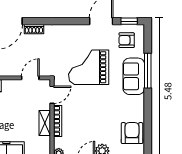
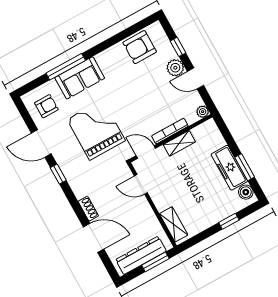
window: (129, 21) -> (58, 174), moved
armchair: (127, 40) -> (46, 106), turned -90
grand piano: (89, 67) -> (96, 130), turned 180

